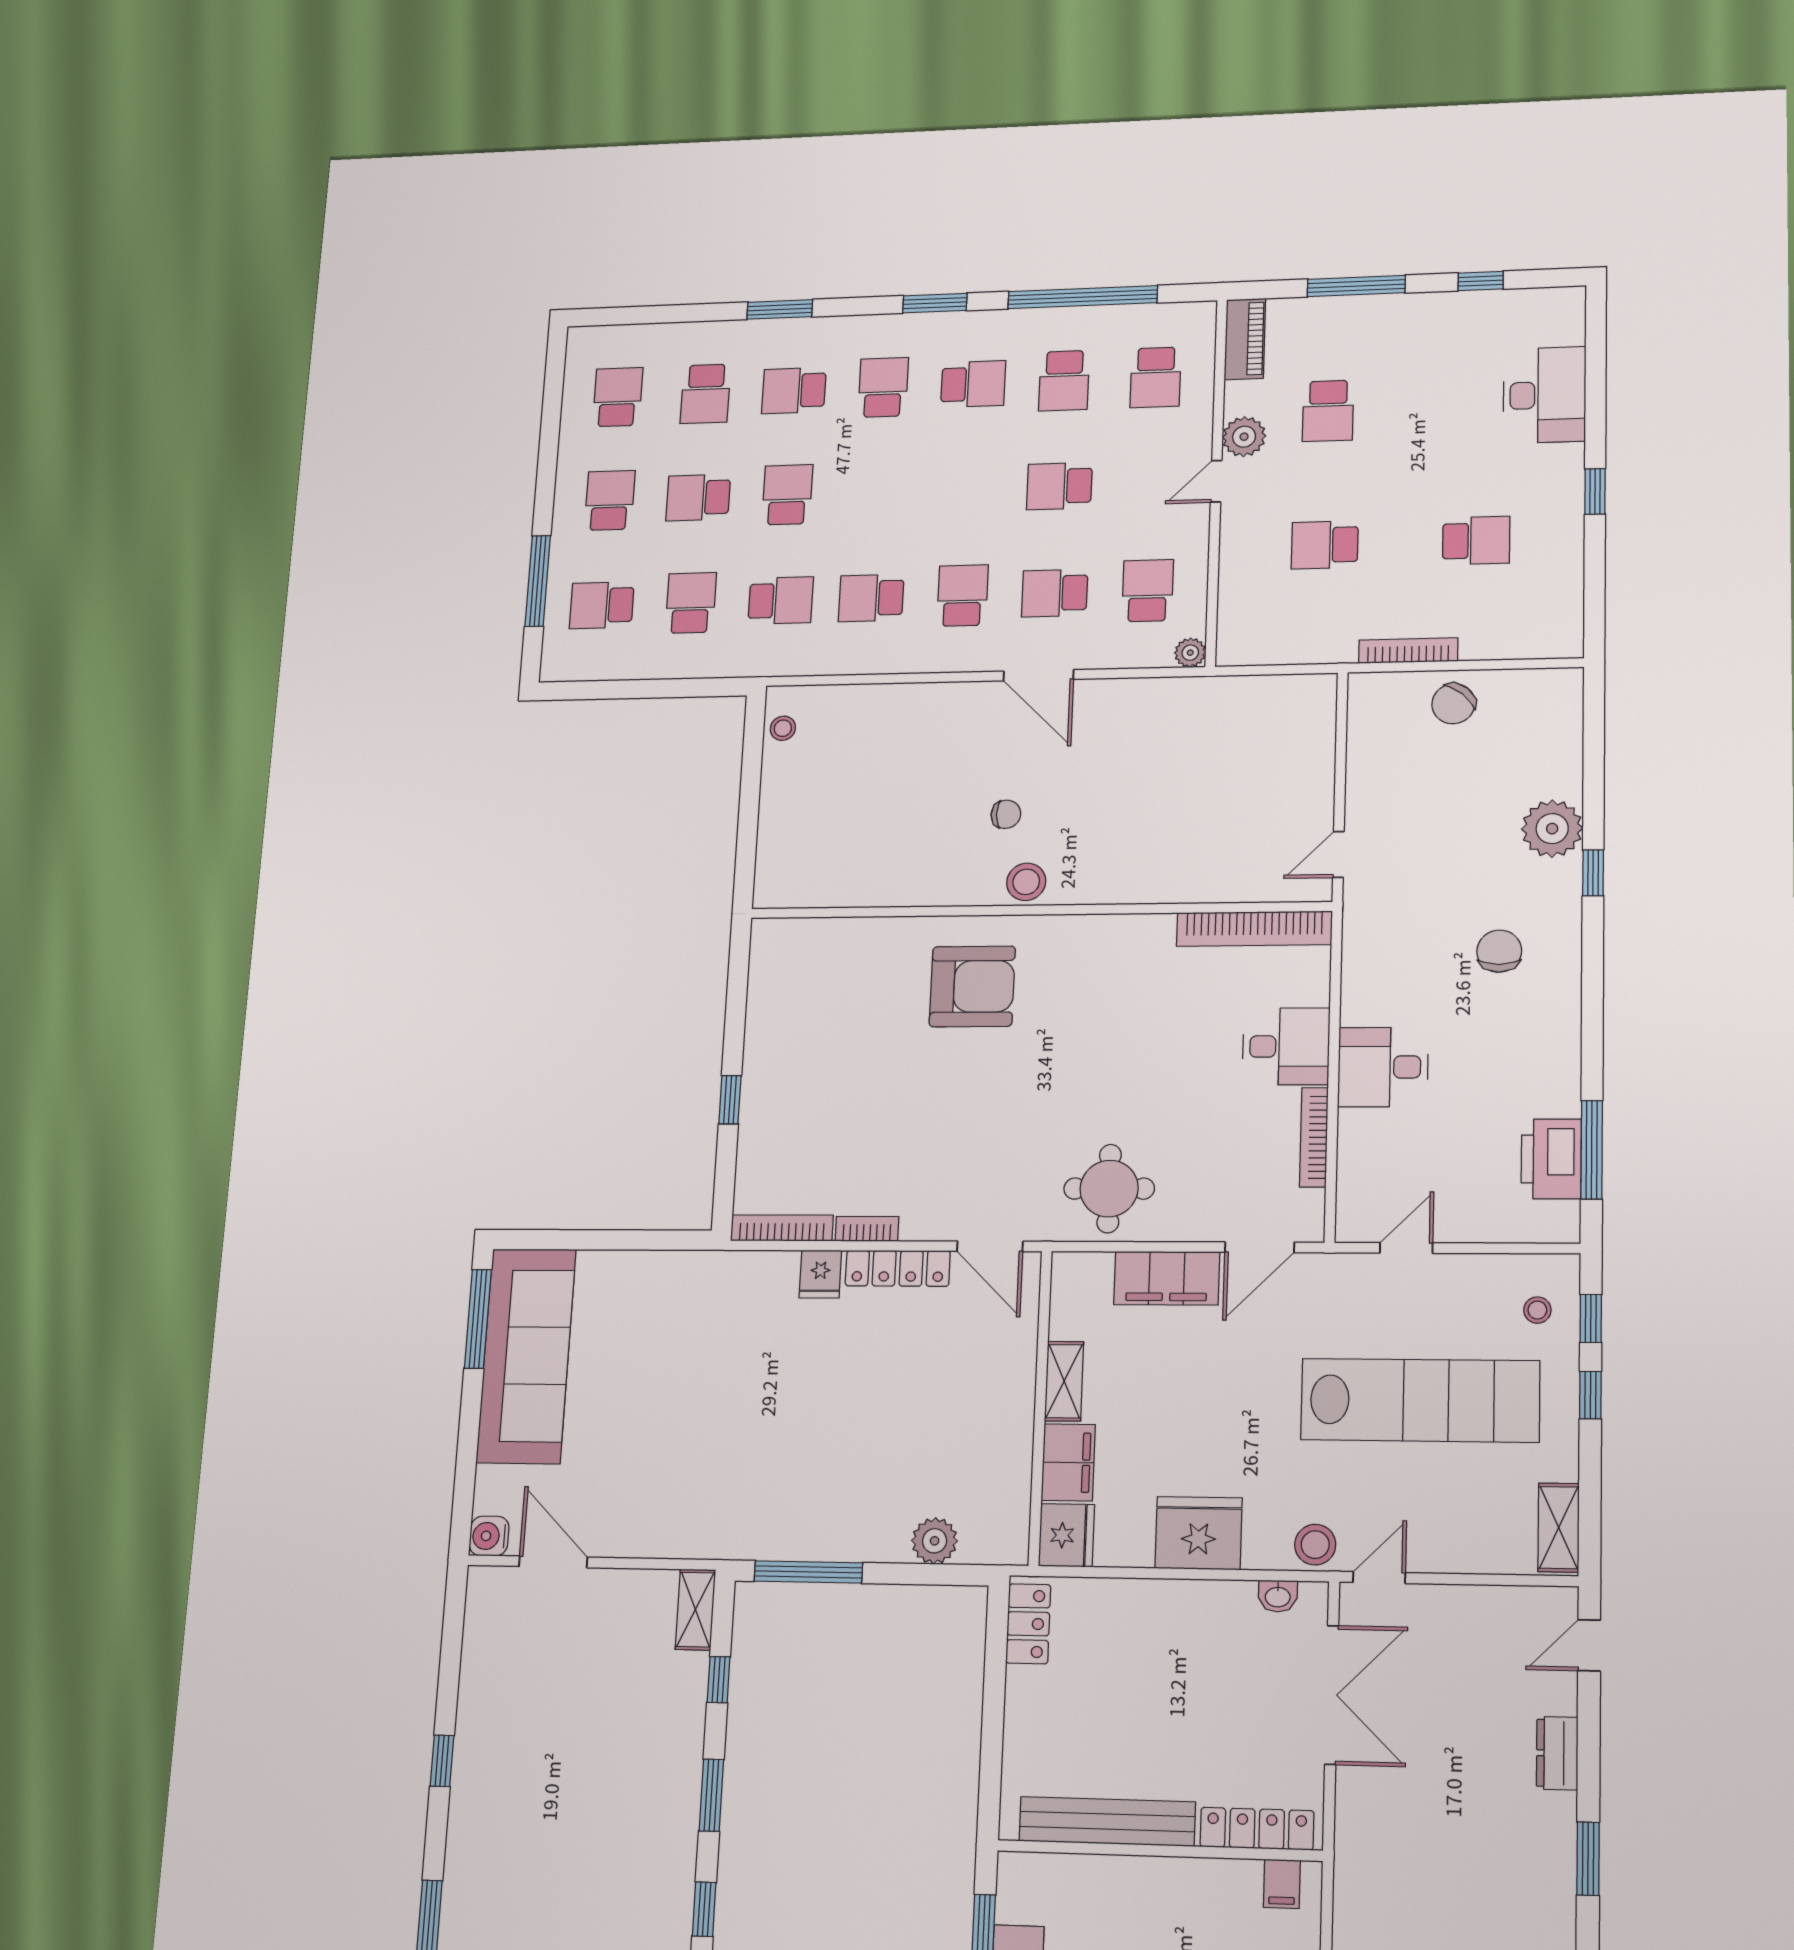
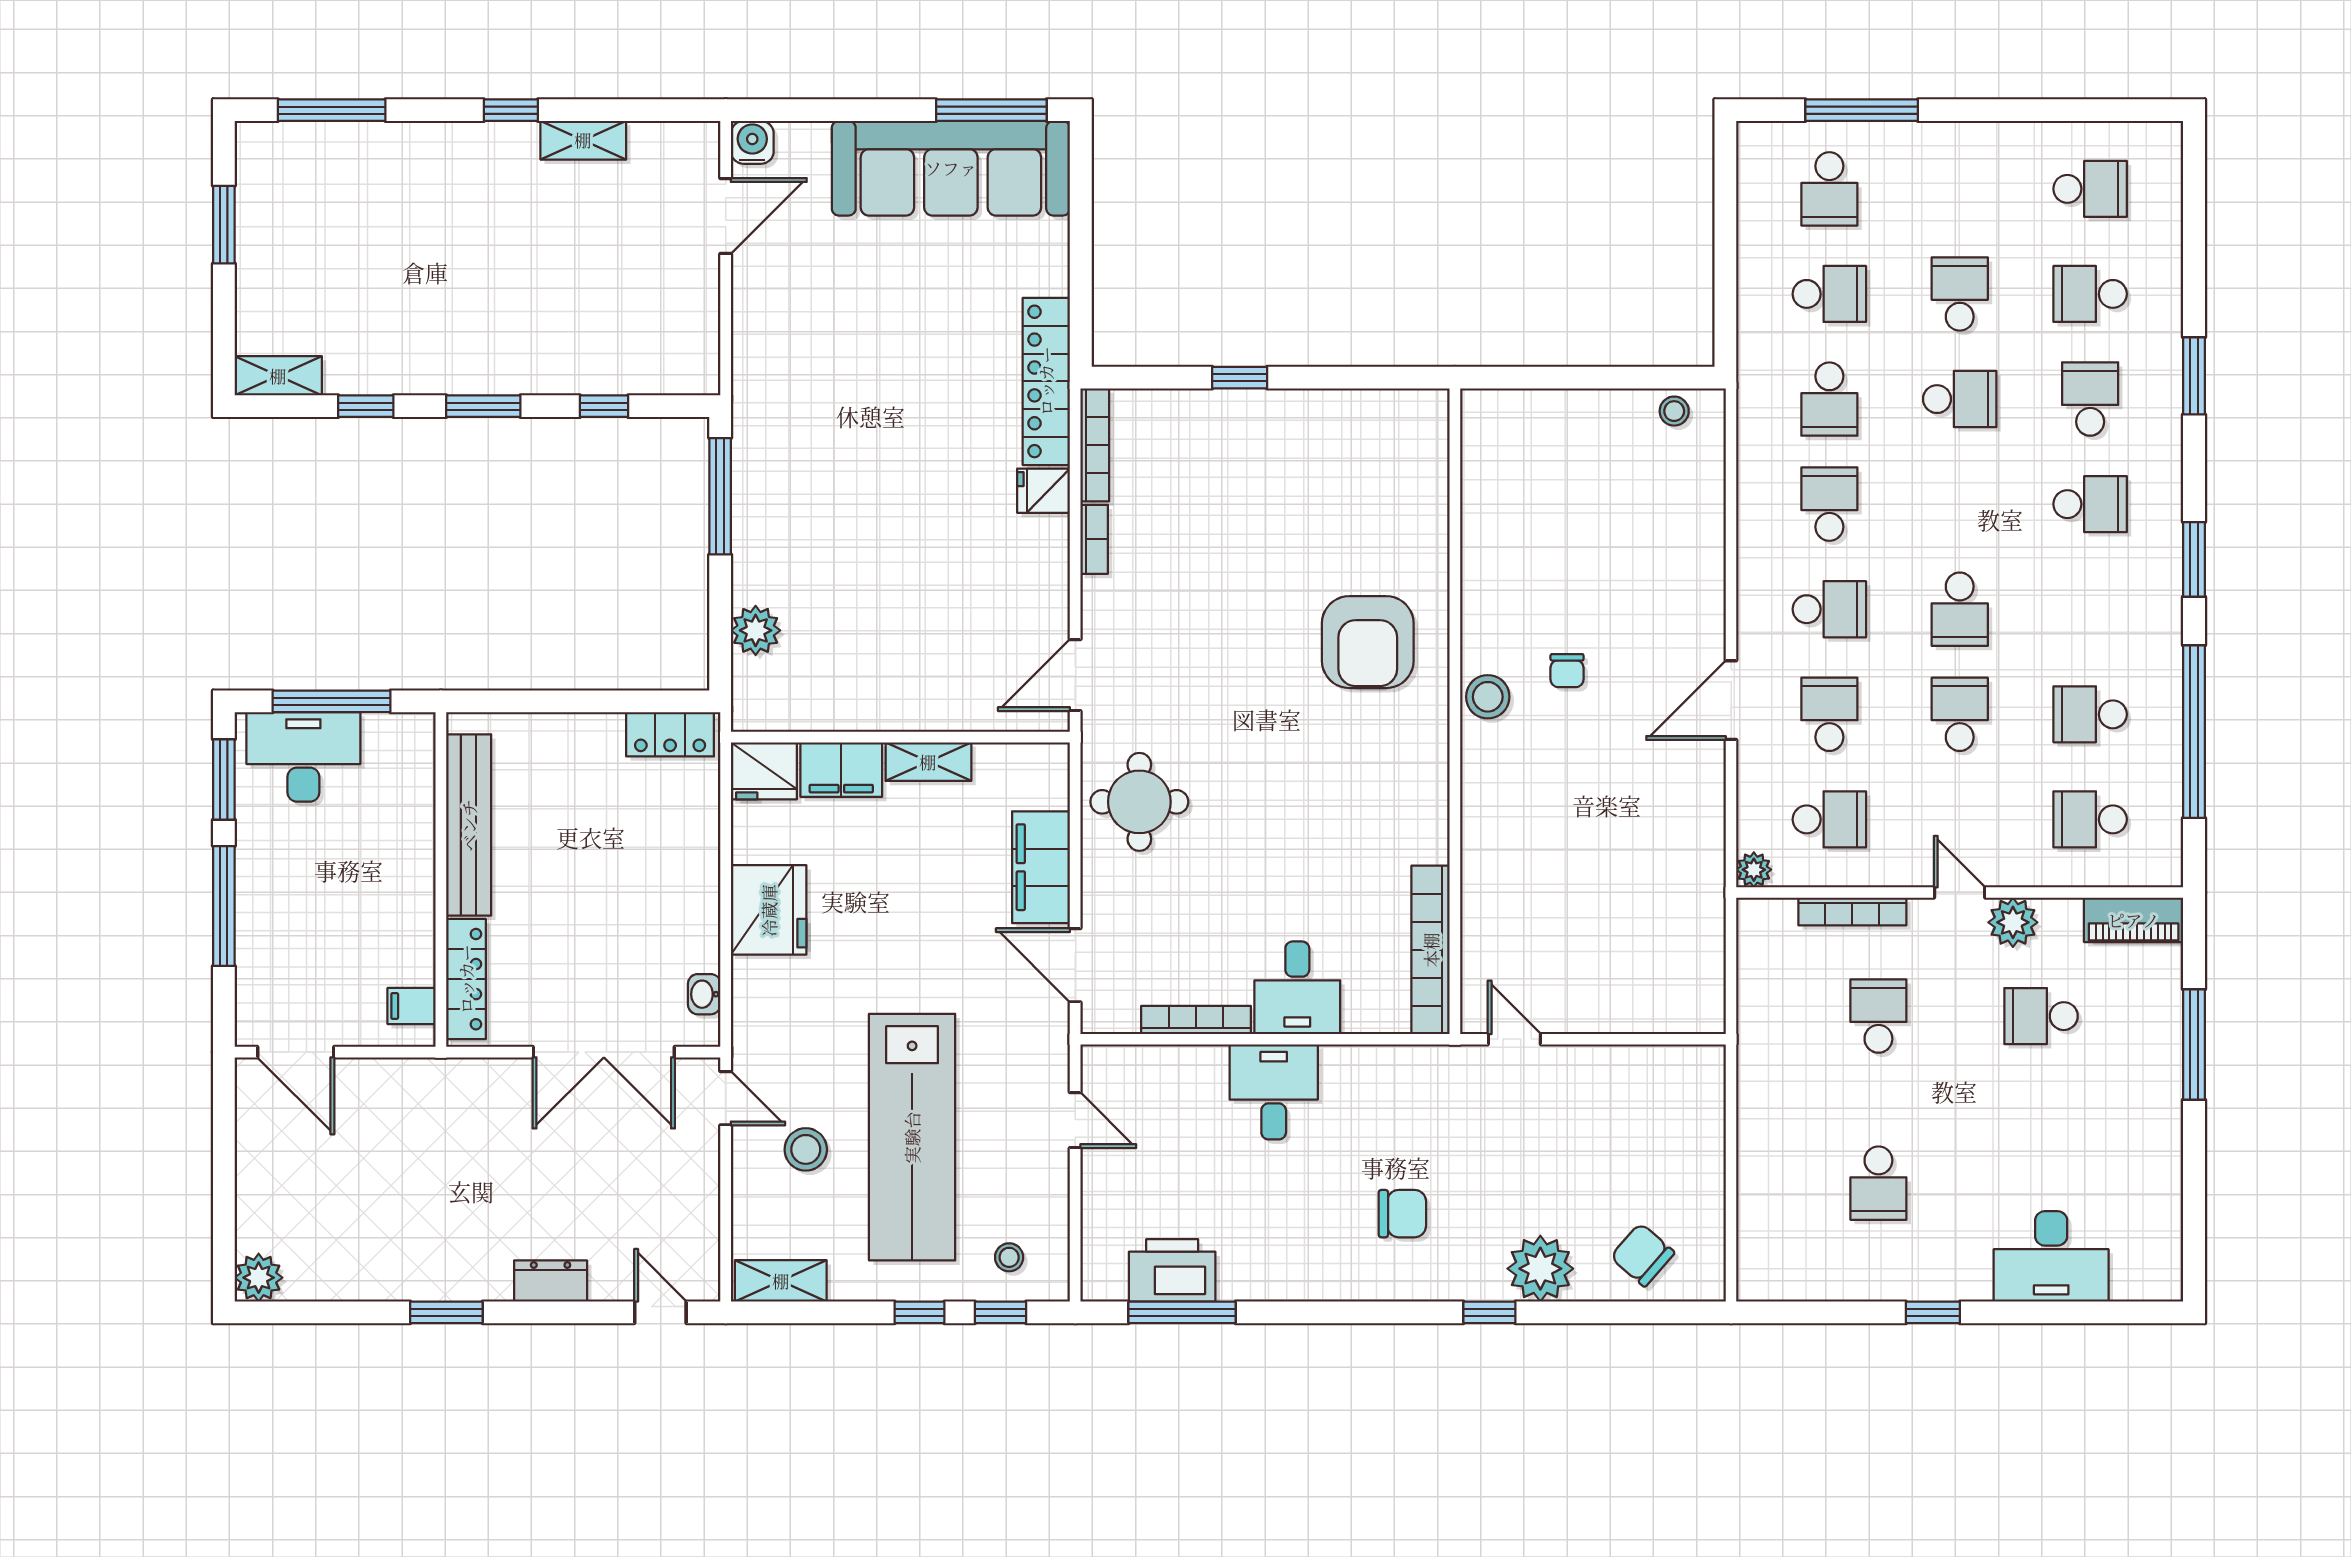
window: (1481, 281) -> (2194, 1184), removed
school desk: (973, 384) -> (1960, 609), moved
school desk: (610, 500) -> (1960, 189), removed
school desk: (602, 605) -> (1829, 189), turned 180
bookcase: (1408, 651) -> (1852, 911), moved, turned 90
chair: (1453, 704) -> (1642, 1255), moved
locker: (898, 1268) -> (1046, 381), moved, width x1.41, depth x1.21
stool: (1315, 1545) -> (806, 1149), moved
shelving: (695, 1610) -> (583, 140), moved

